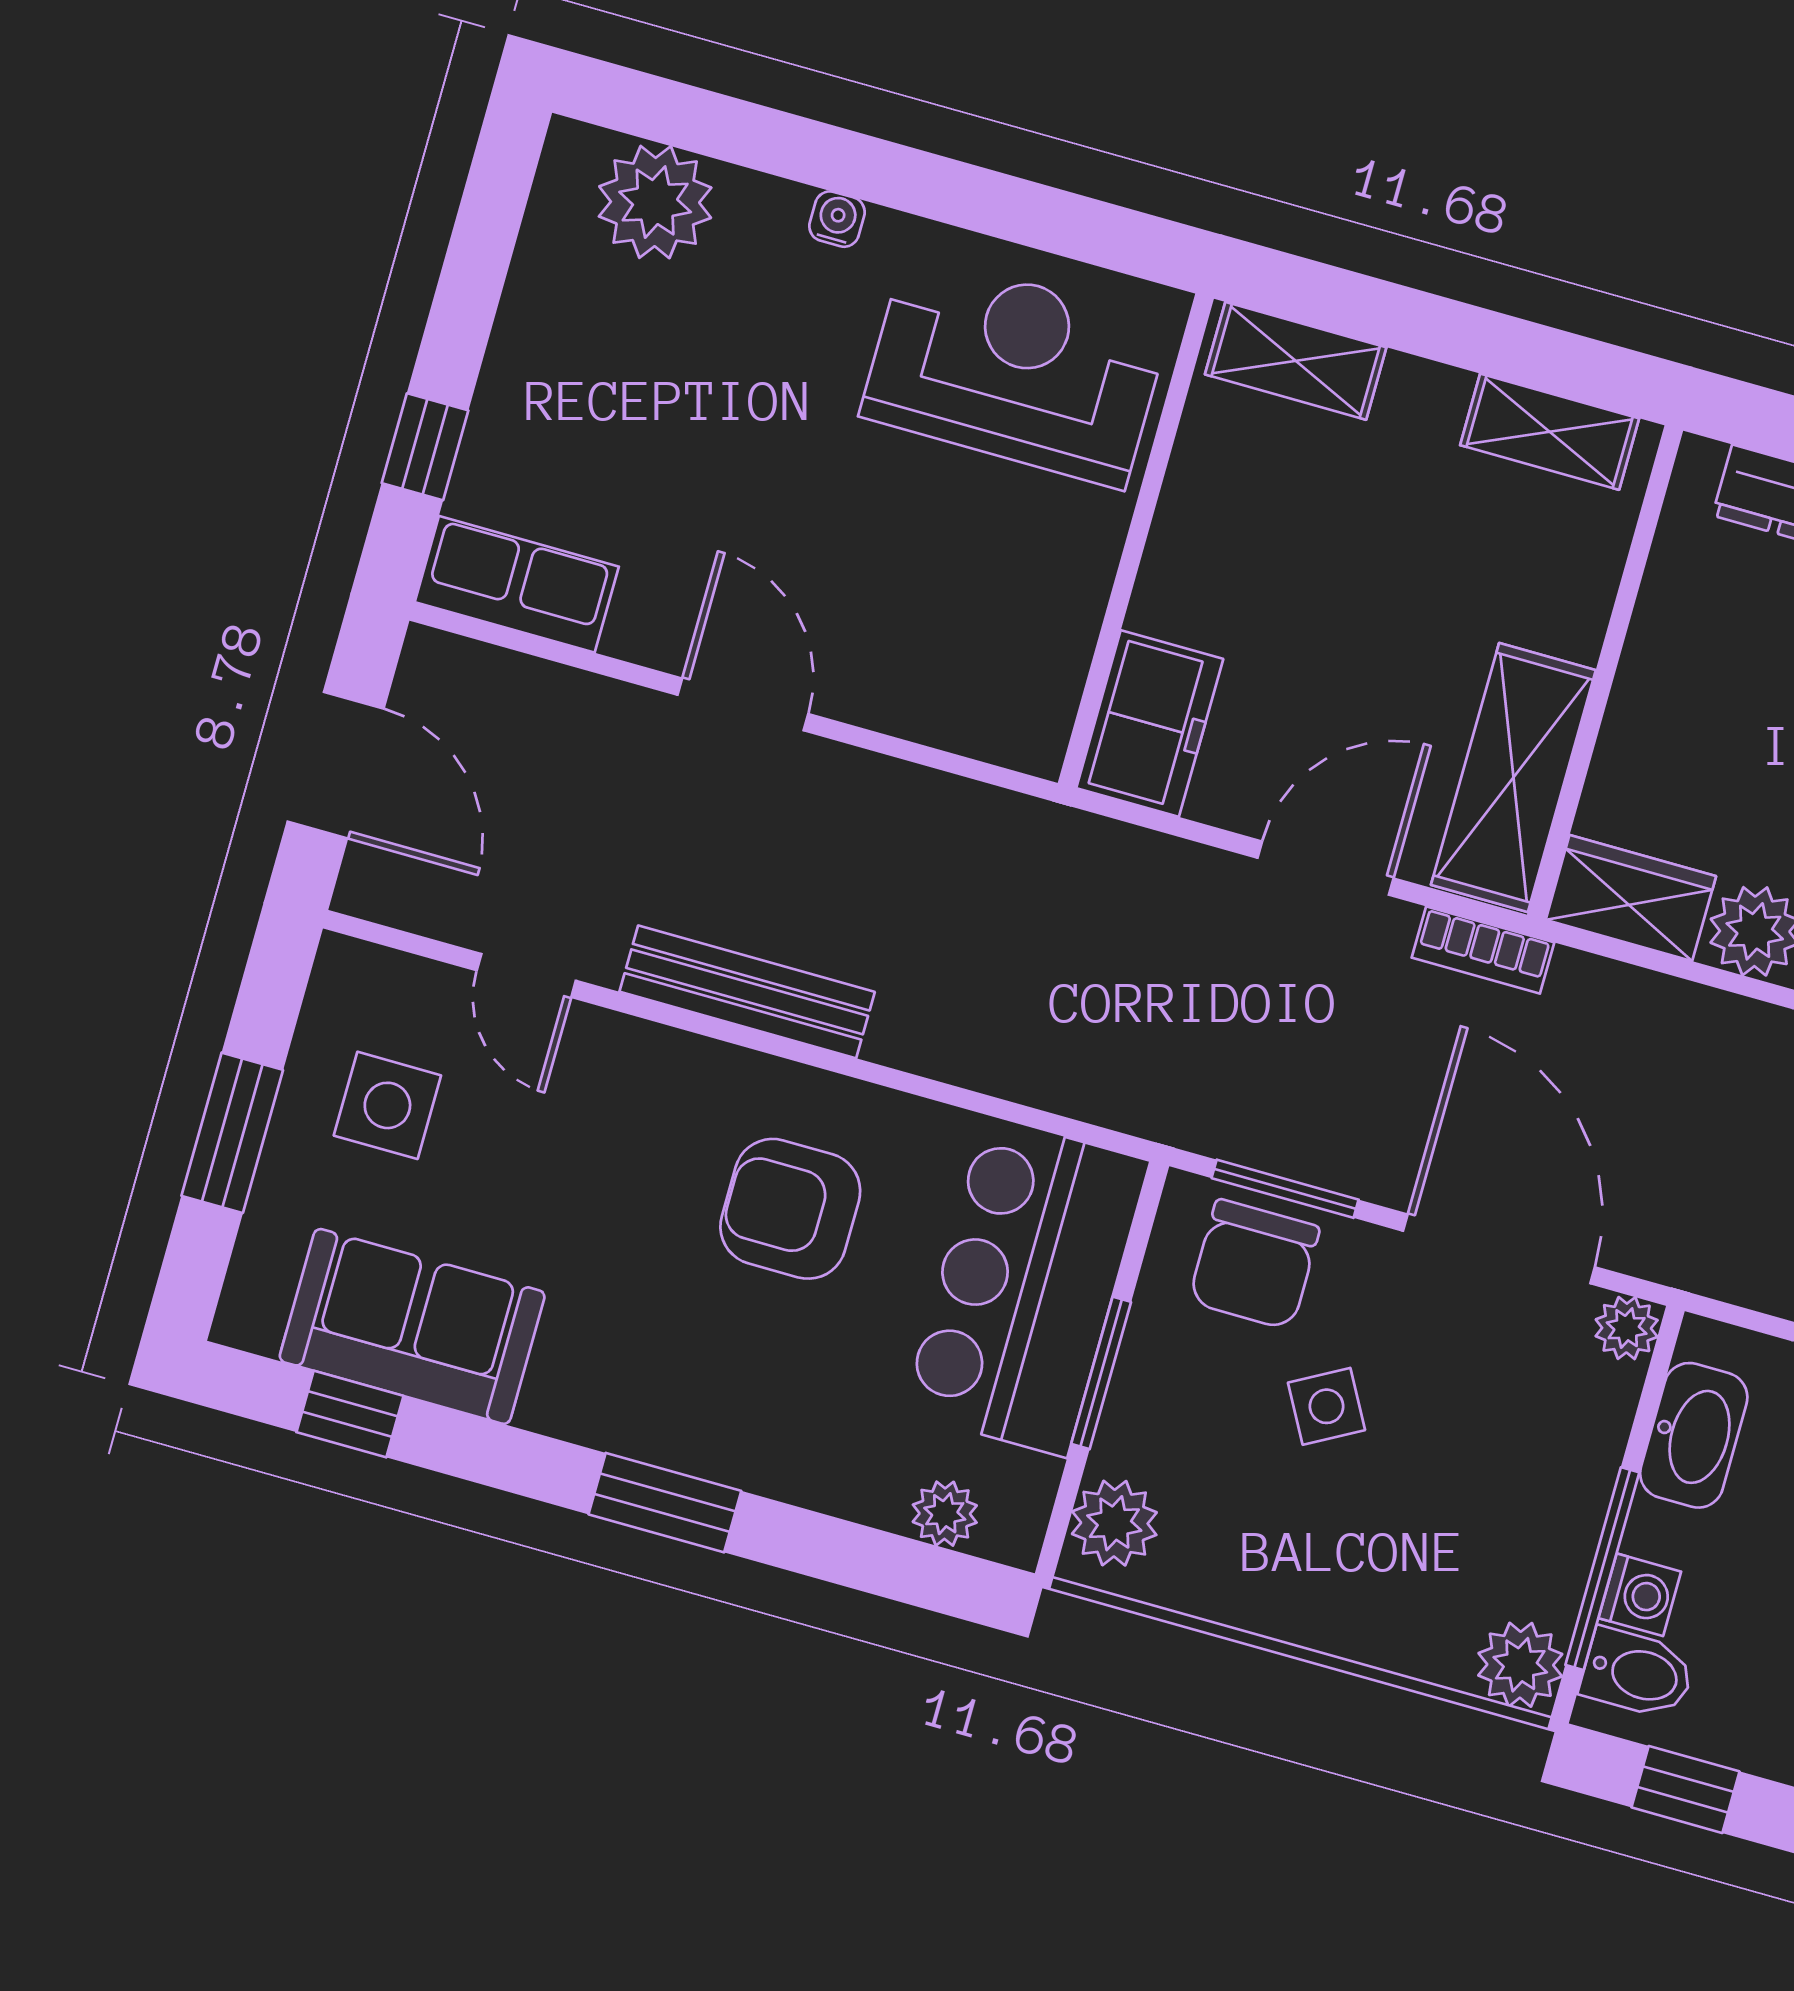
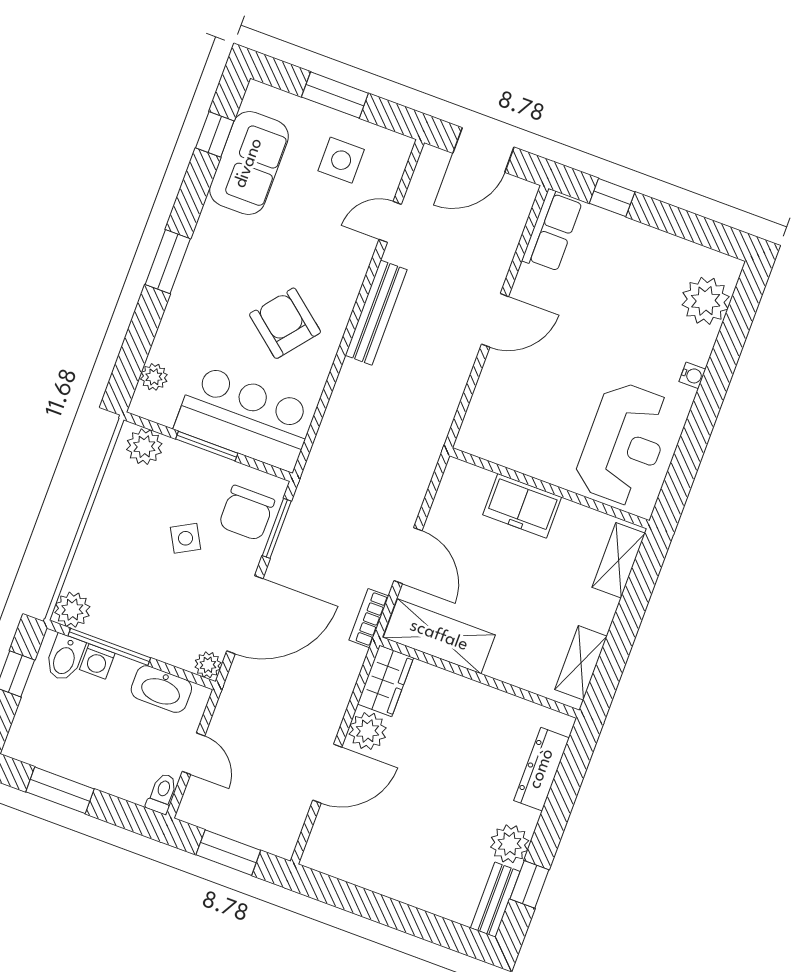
freezer: (1150, 724) -> (522, 506), moved
armchair: (790, 1209) -> (285, 323), turned -51
chair: (1254, 1264) -> (247, 513), turned -90

